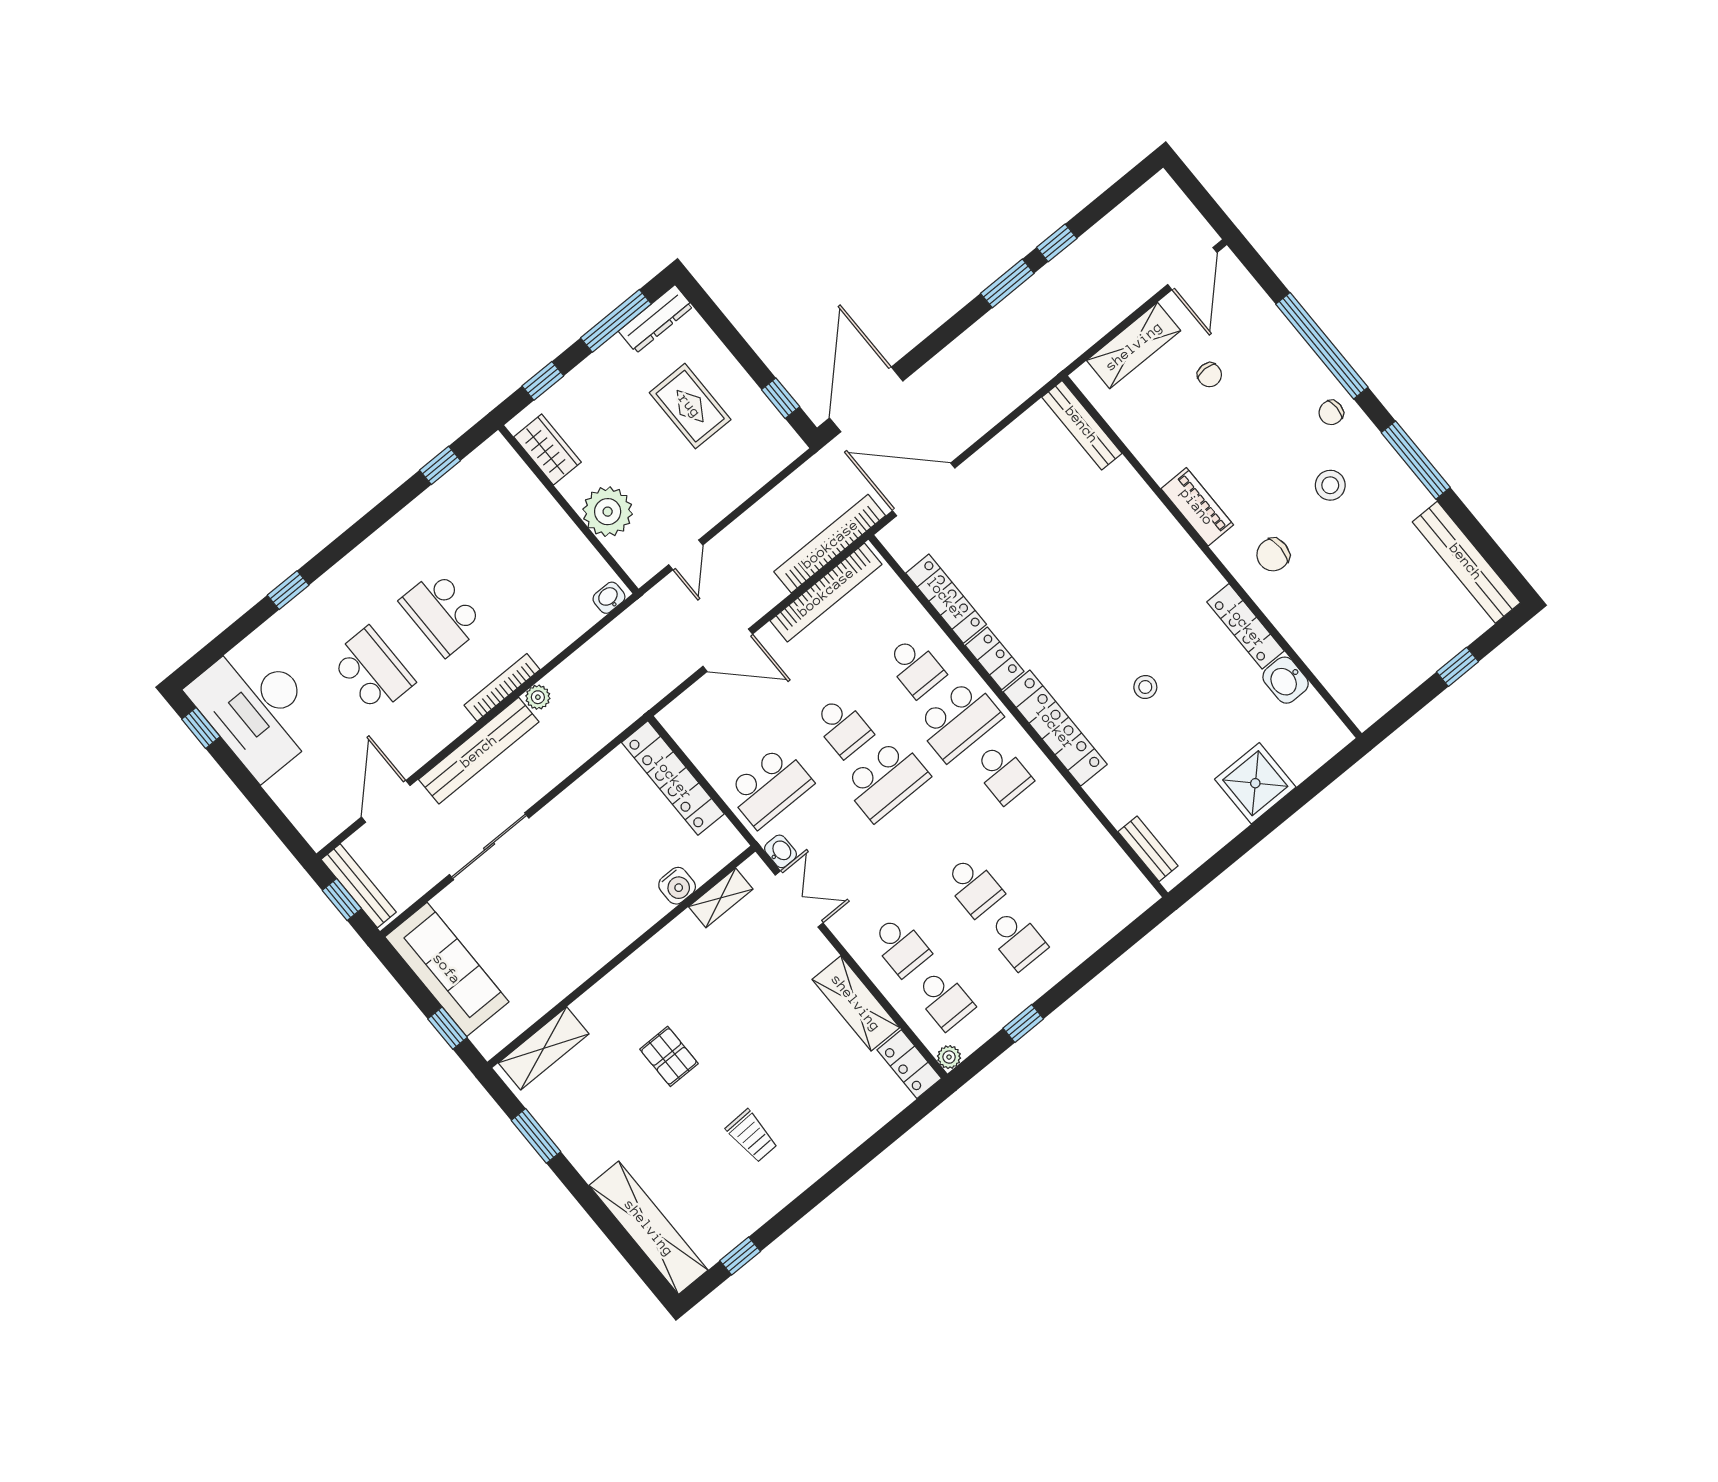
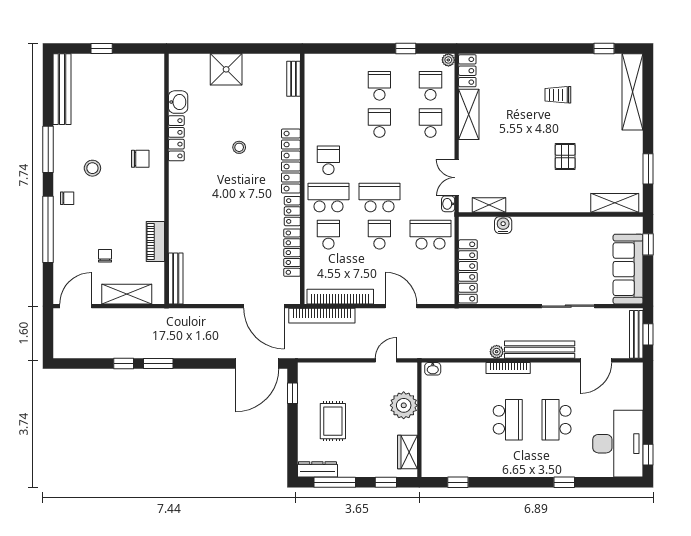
piano: (1197, 507) -> (155, 242), moved
trolley: (752, 1136) -> (558, 95), turned -88

